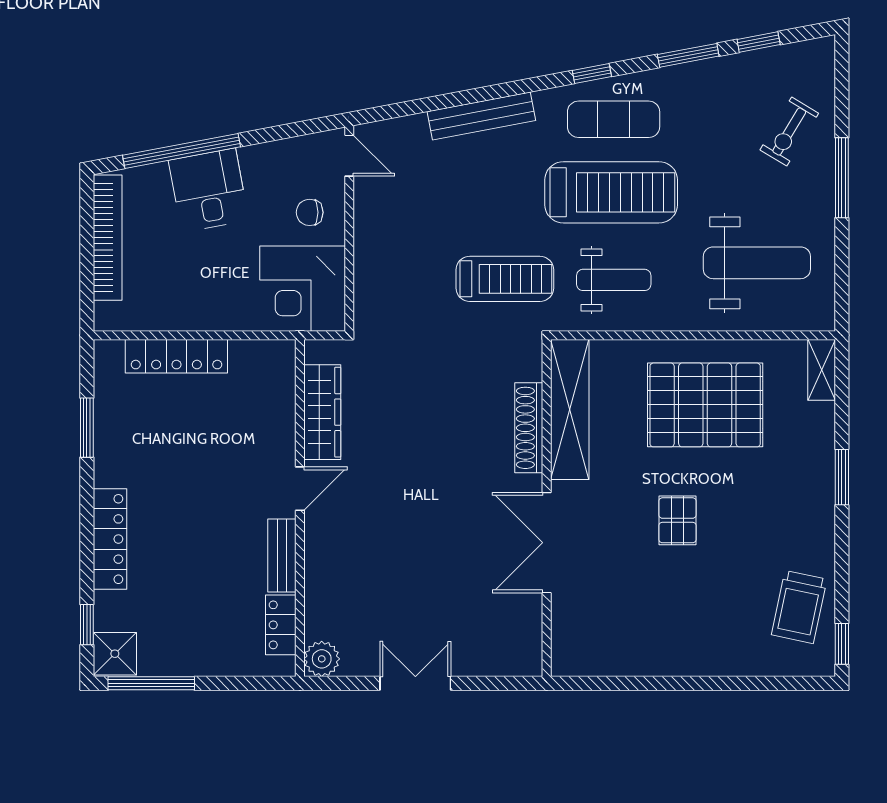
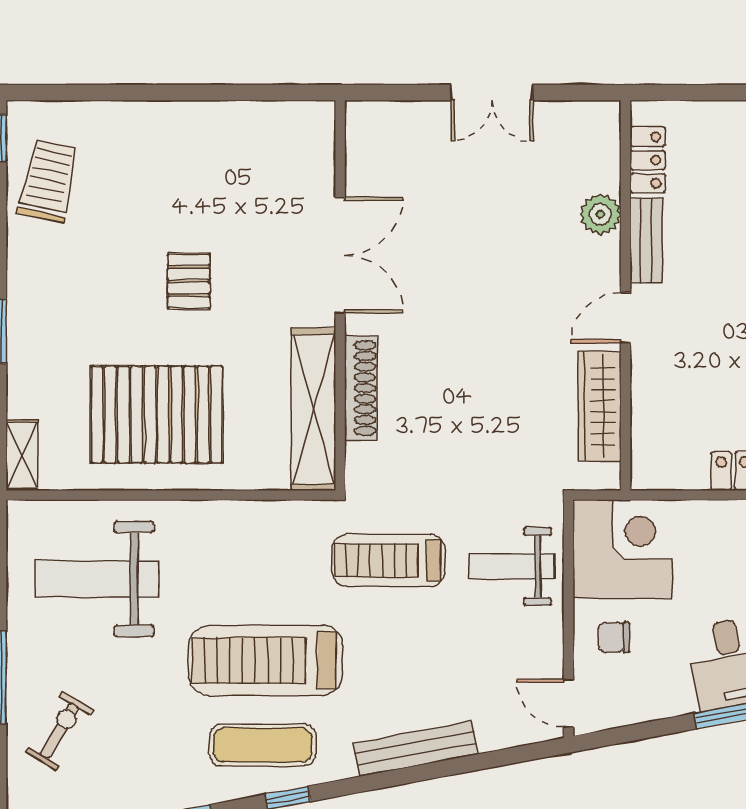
chair: (310, 212) -> (614, 637), turned 180
weight bench: (614, 280) -> (512, 566), moved
plant: (322, 659) -> (600, 214), moved

